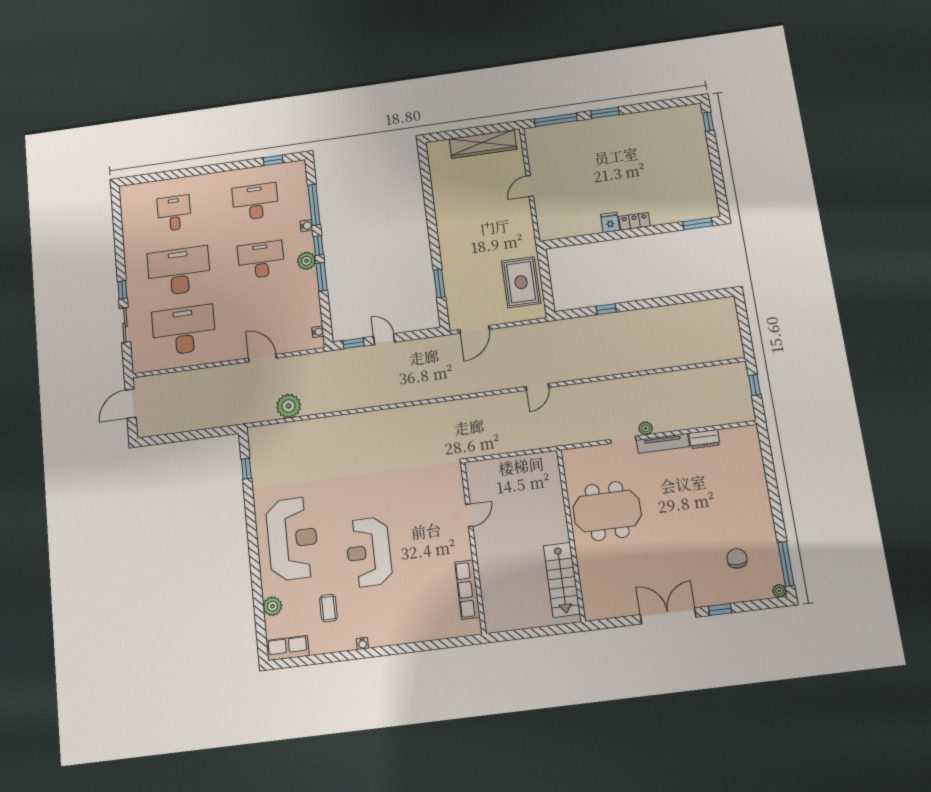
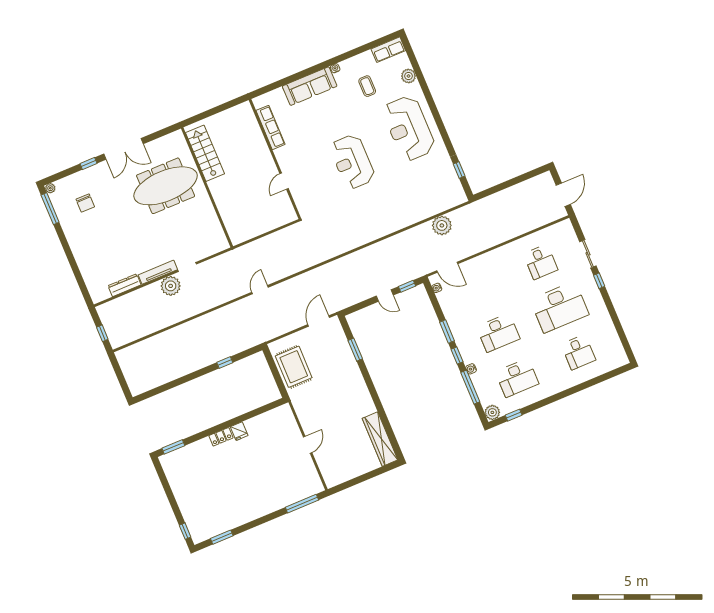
window: (605, 113) -> (222, 537), moved
wardrobe: (483, 144) -> (380, 439), moved, turned -90
plant: (306, 261) -> (492, 412), moved
desk: (184, 330) -> (541, 262), width x0.53, depth x0.77
door: (262, 358) -> (447, 267), moved
plant: (646, 428) -> (171, 286), width x1.87, depth x1.87
dresser: (704, 439) -> (124, 285), width x1.44
meeting table: (607, 511) -> (166, 186), moved, width x1.36
reception desk: (369, 552) -> (352, 162), moved, turned 180
sofa: (402, 629) -> (310, 86), added

